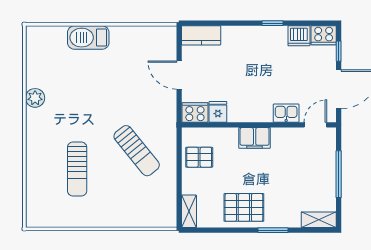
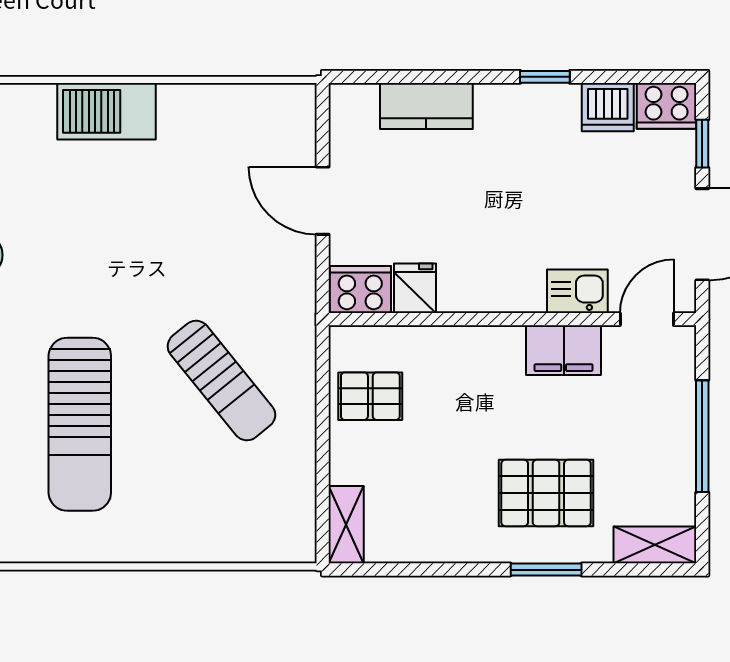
kitchen counter: (201, 35) -> (426, 106), moved
filing cabinet: (255, 138) -> (564, 350), moved
sun lounger: (77, 169) -> (80, 424), width x1.36, depth x1.34
pallet: (244, 207) -> (546, 493), moved

